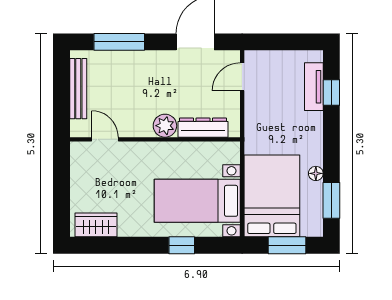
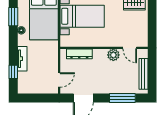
tv unit: (314, 87) -> (22, 59), moved
plant: (165, 126) -> (113, 55), moved

